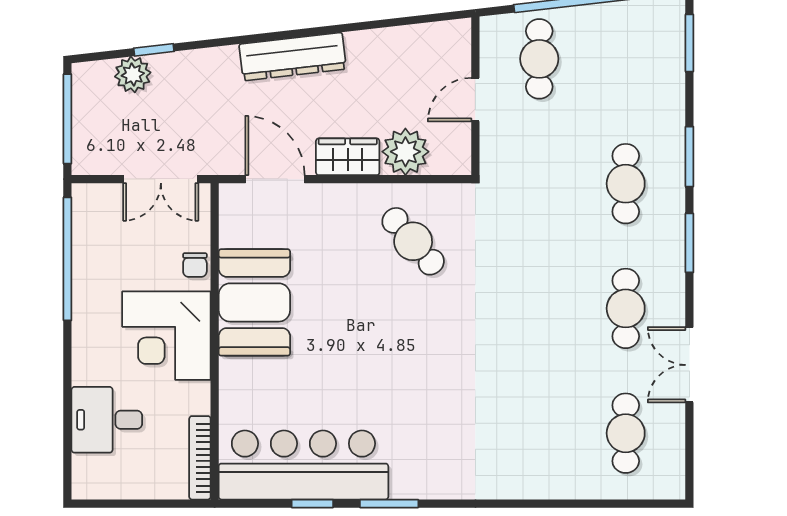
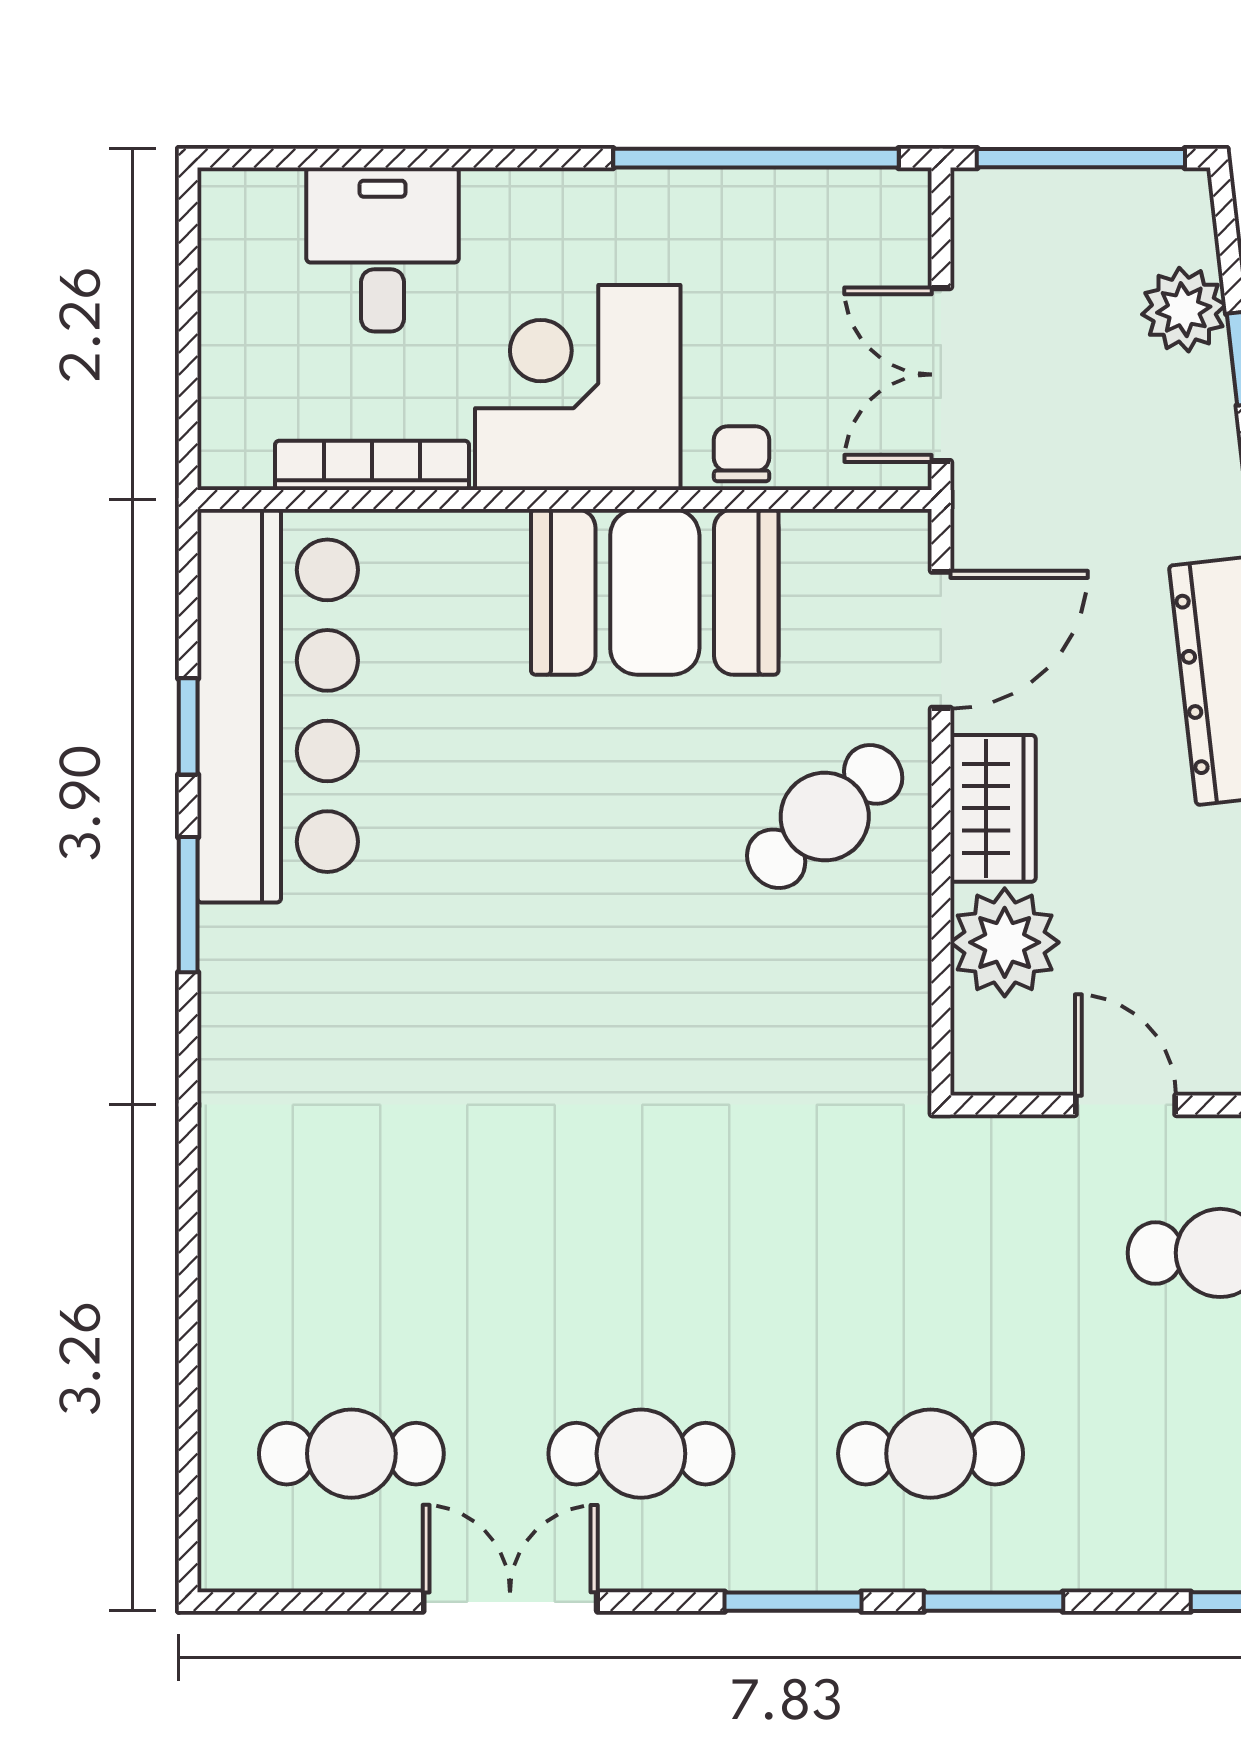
cafe table: (413, 241) -> (825, 817), moved
chair: (195, 265) -> (742, 454), turned 90
bookcase: (200, 458) -> (372, 465), moved

